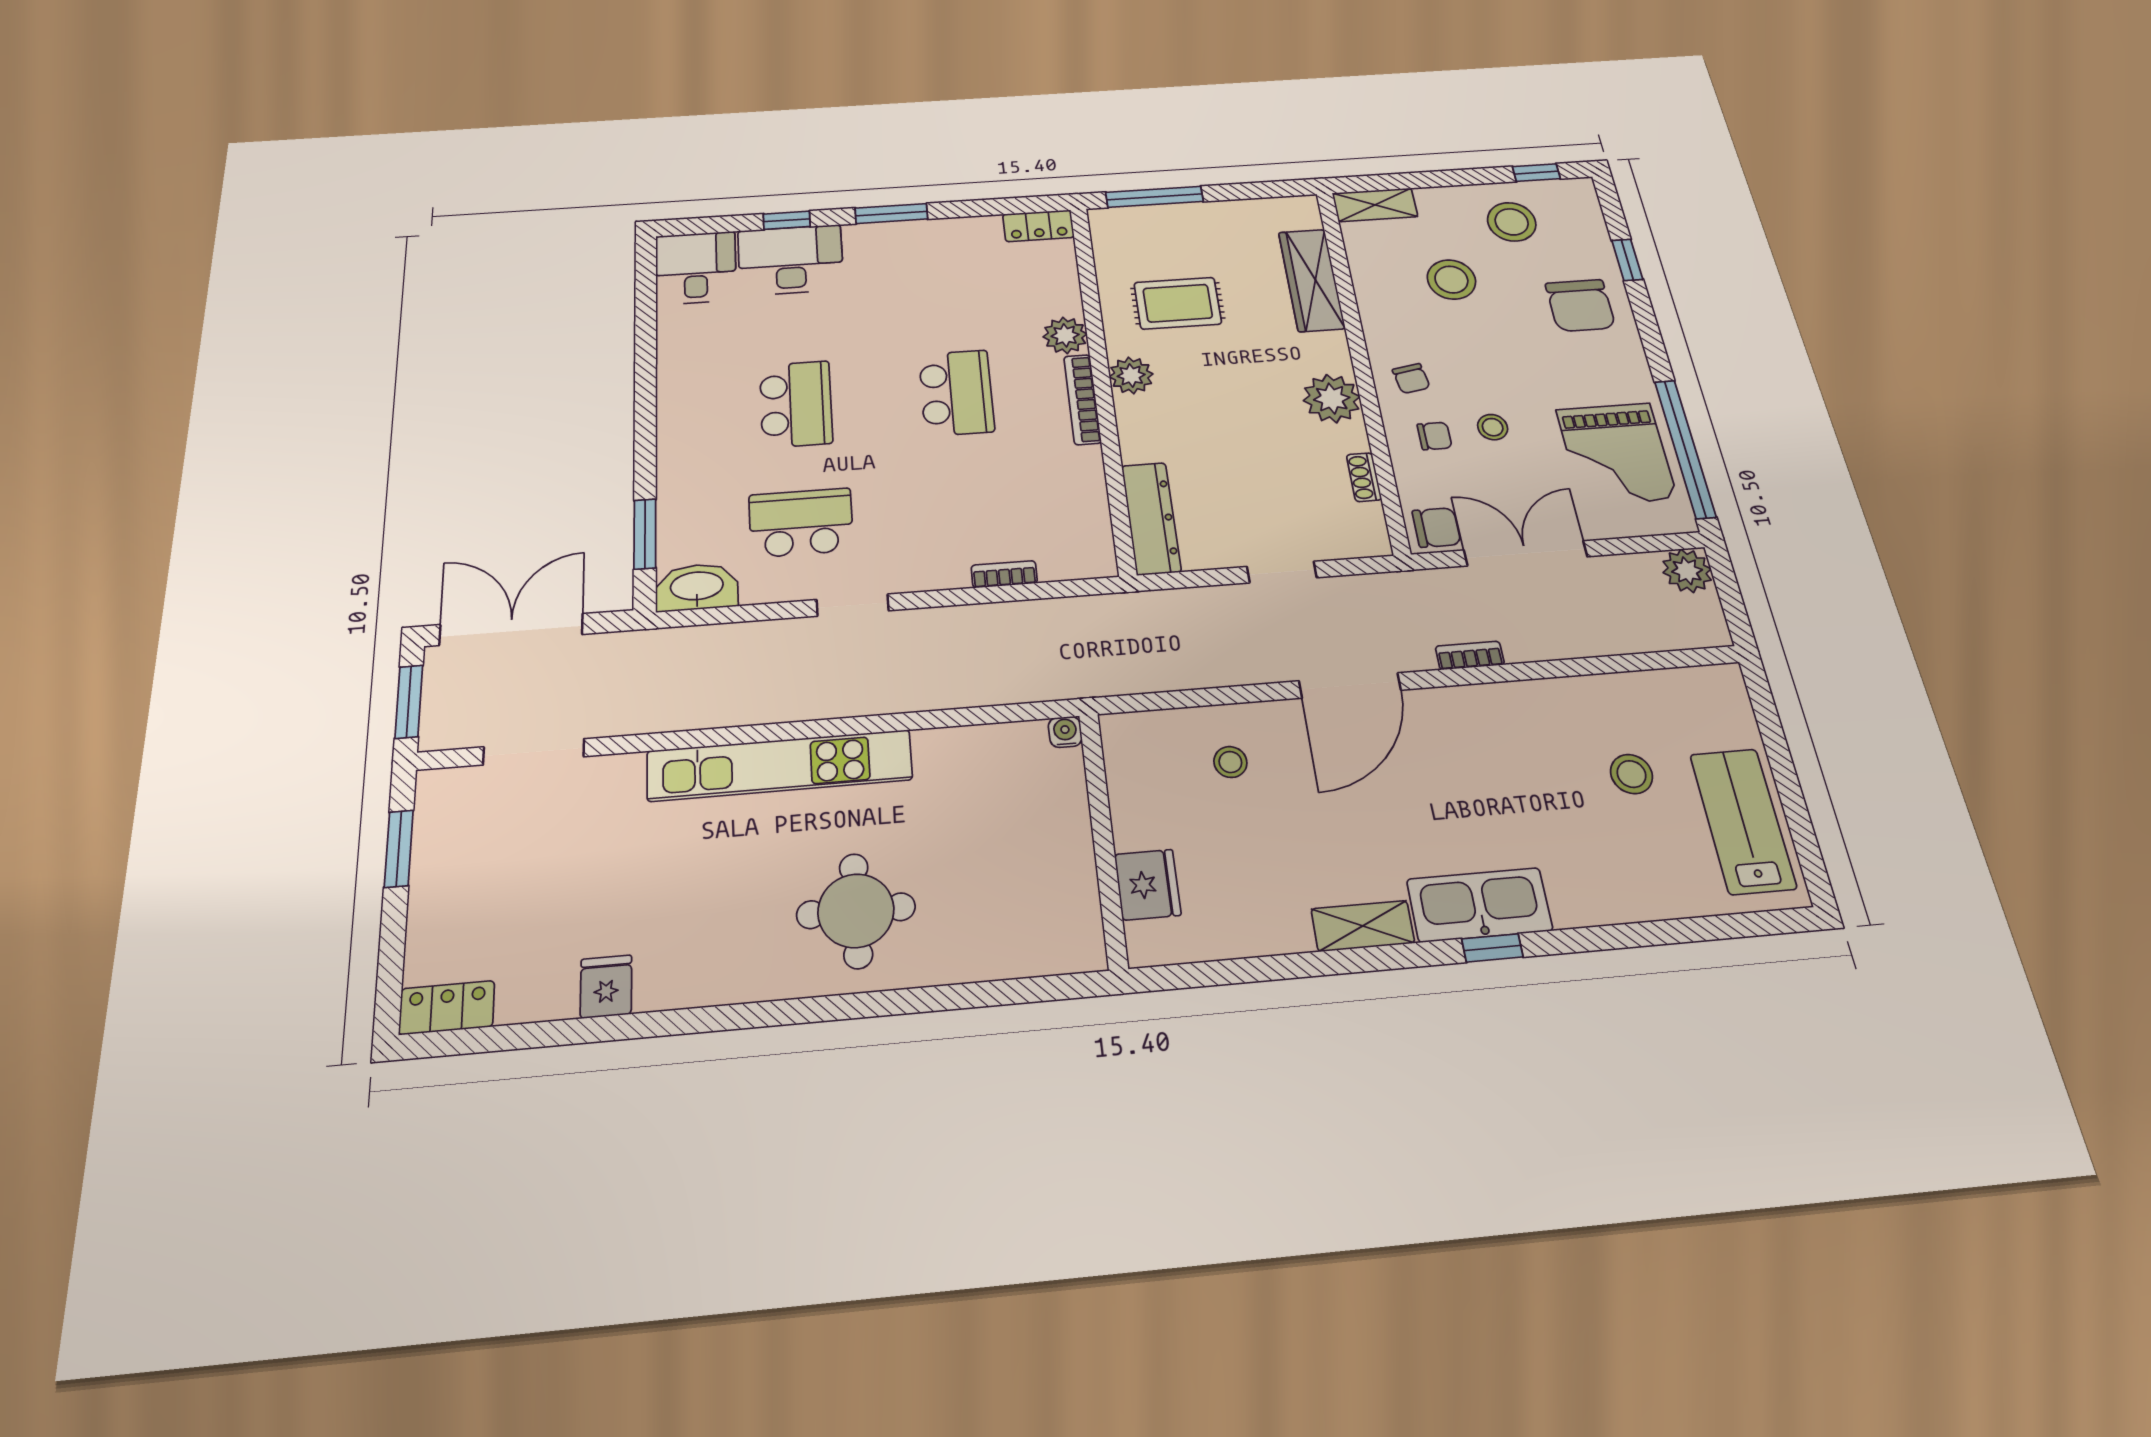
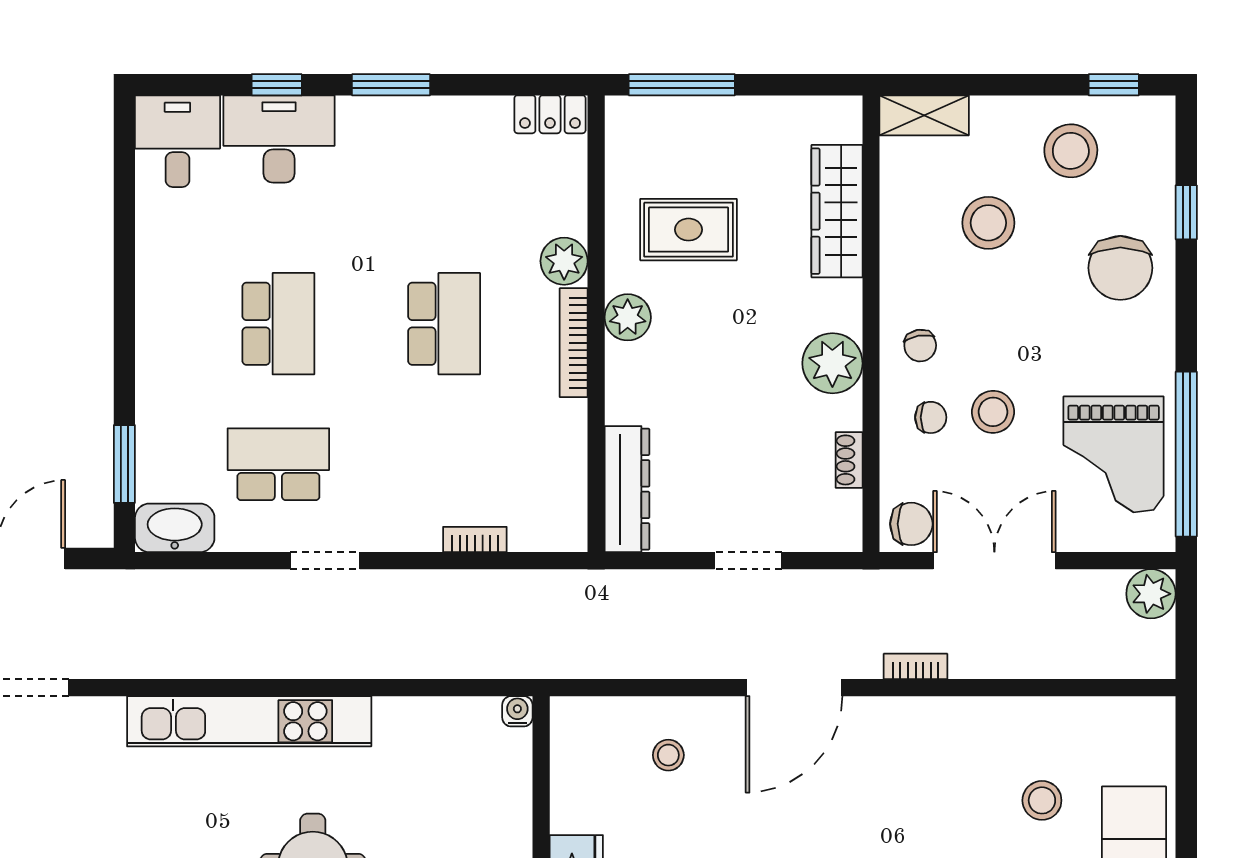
stool: (1493, 427) -> (993, 412), width x1.37, depth x1.37

